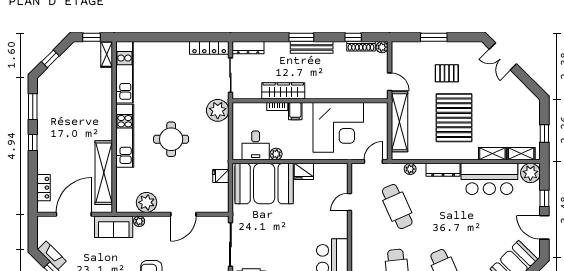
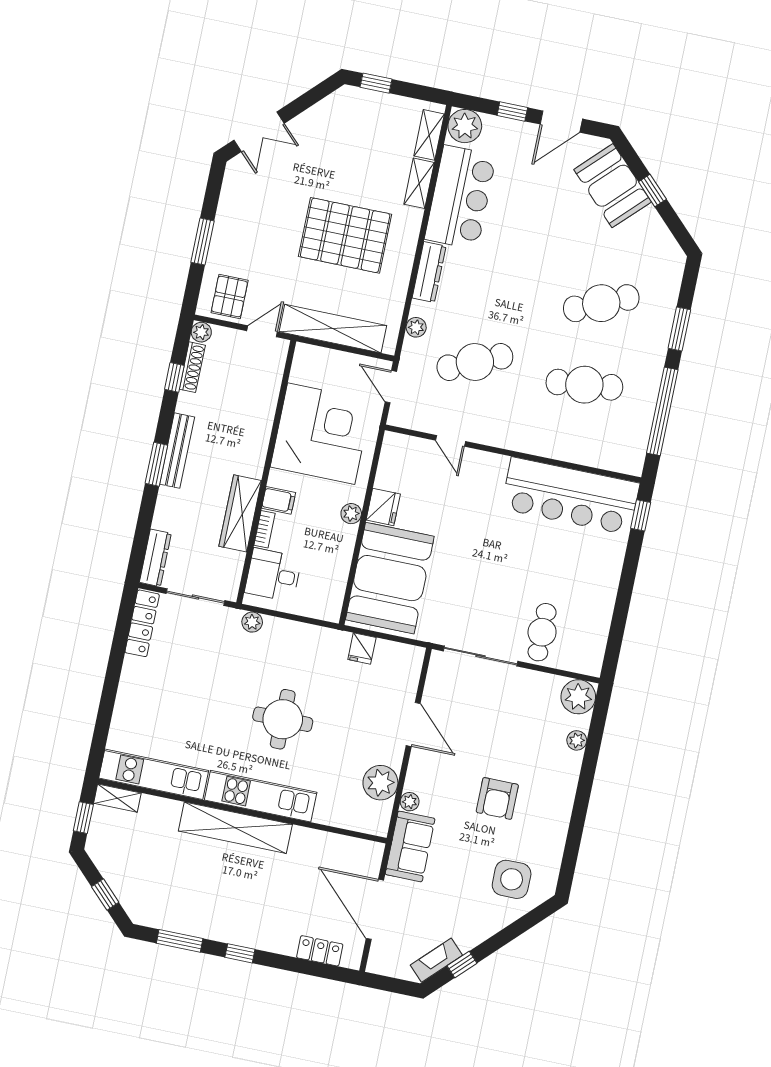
pallet: (447, 73) -> (230, 297), moved
plant: (218, 110) -> (252, 622), width x0.53, depth x0.53
window: (544, 133) -> (376, 83), moved
desk: (256, 145) -> (273, 575), moved, turned 180
plant: (276, 154) -> (351, 514), moved
shelving: (104, 173) -> (235, 828), moved

